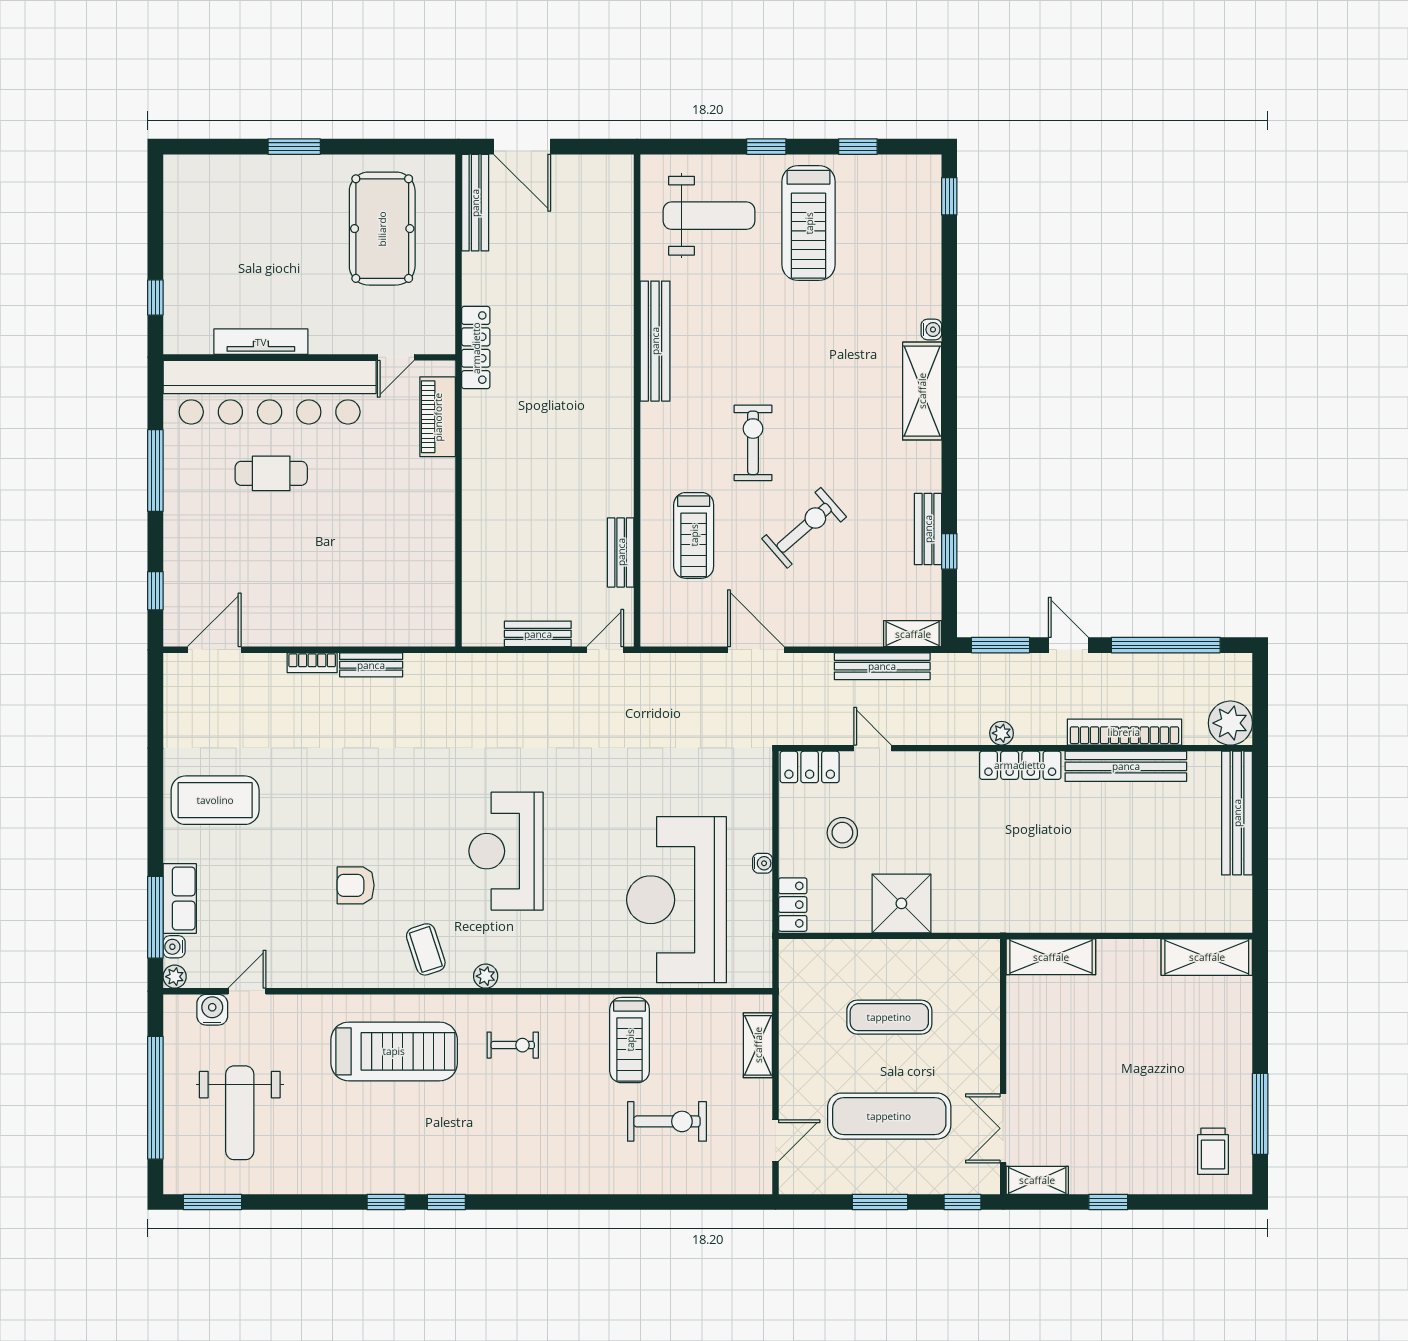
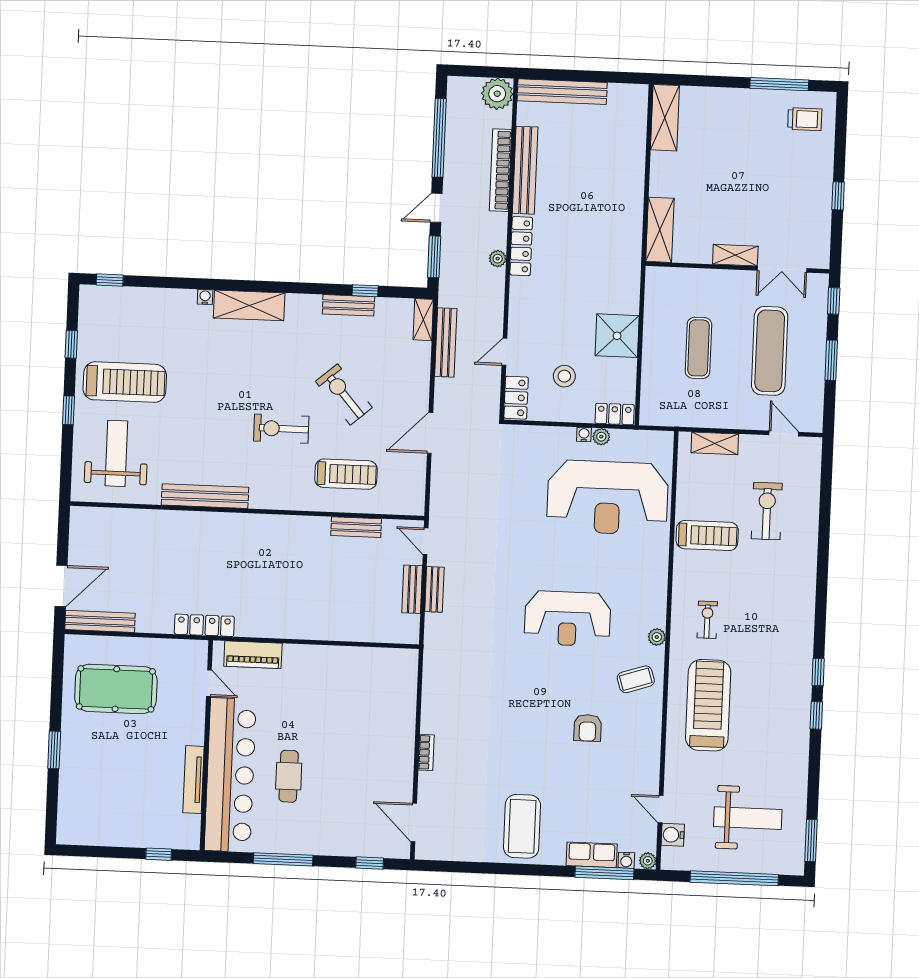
bench: (371, 665) -> (434, 589), moved
plant: (760, 887) -> (601, 437), added
shelving: (1037, 1180) -> (735, 255), moved, turned 90

